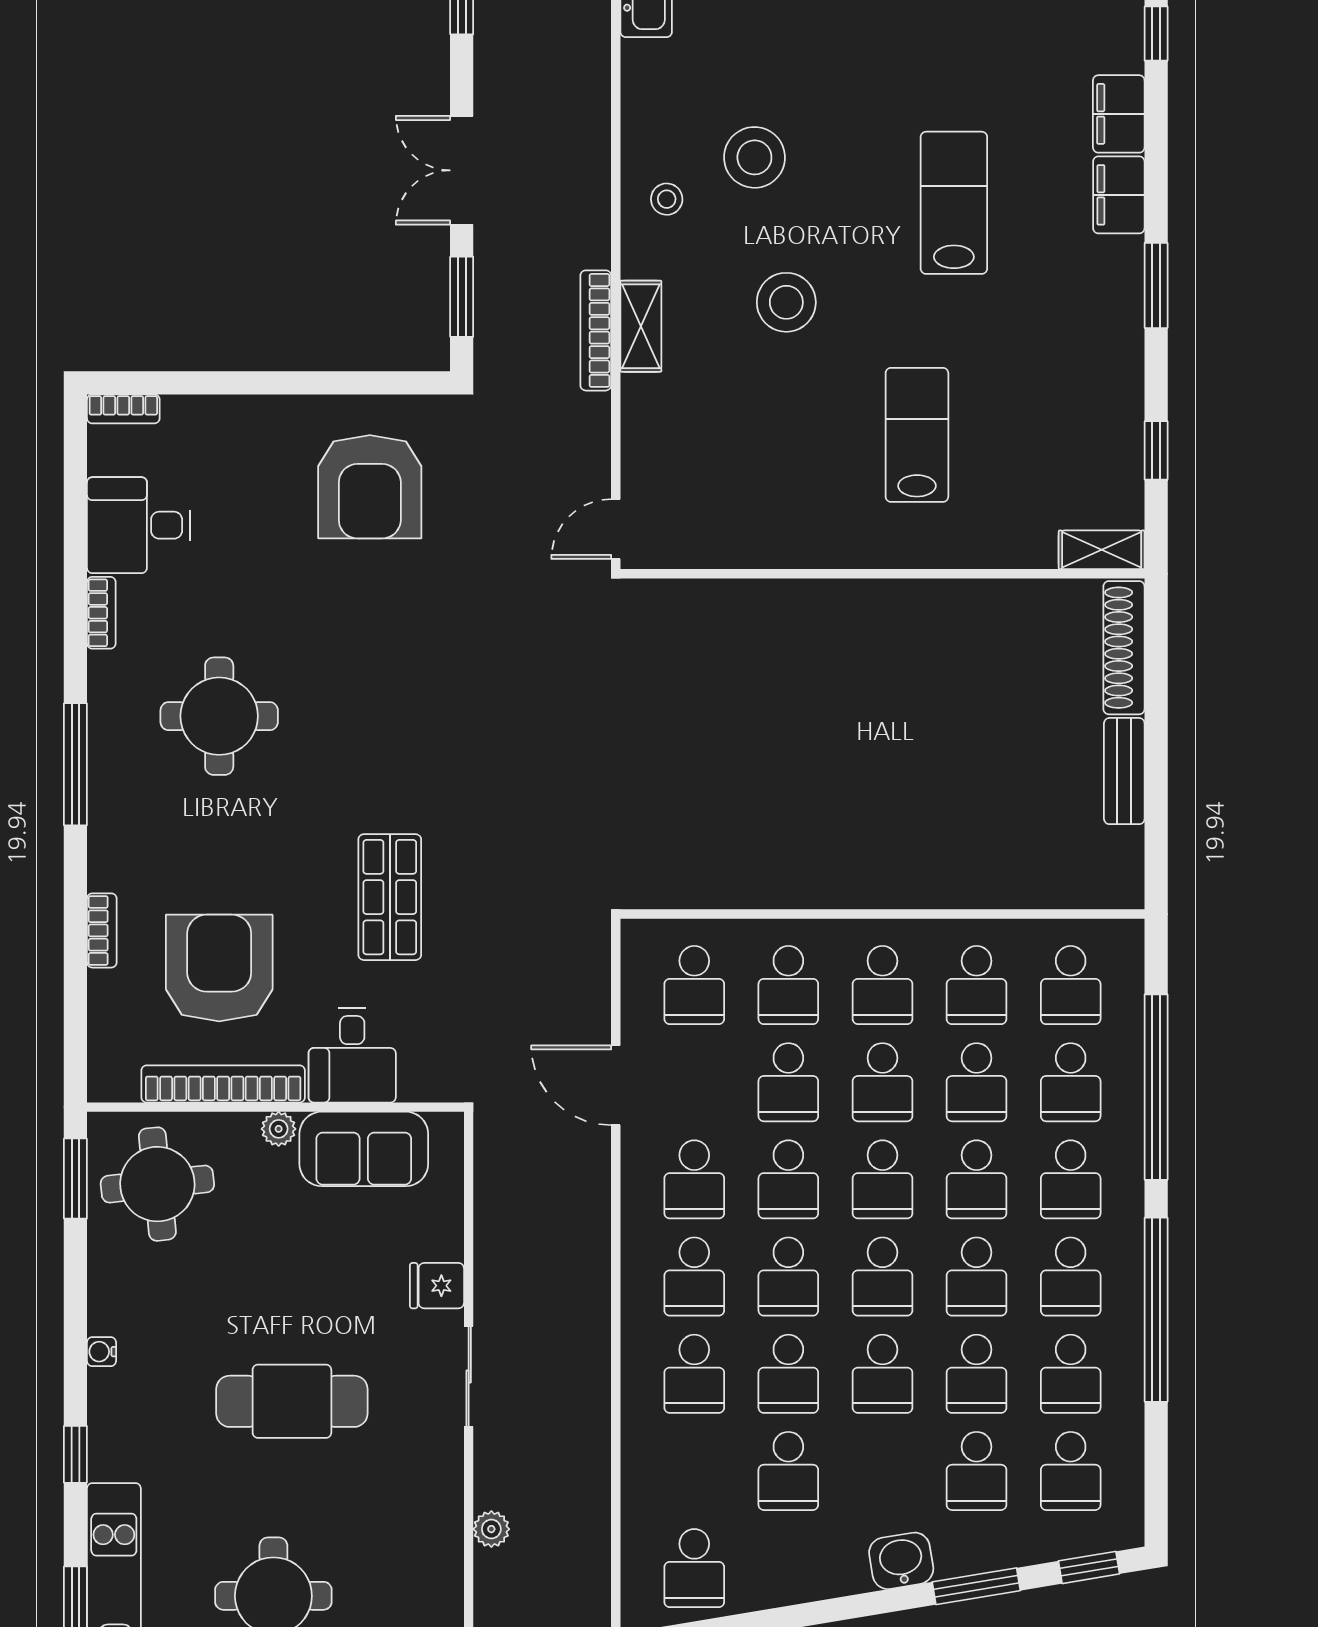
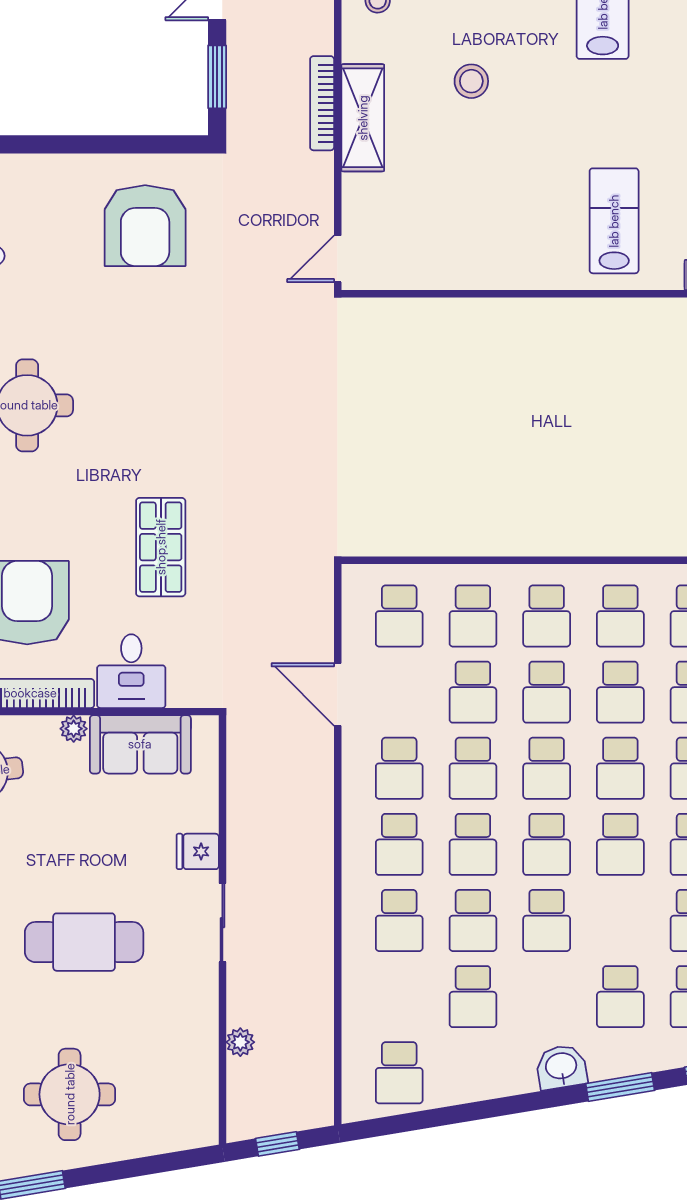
stool: (786, 302) -> (471, 81), width x0.73, depth x0.73
shelving: (641, 326) -> (363, 118), width x1.50, depth x1.33
lab bench: (917, 435) -> (614, 221), moved
school desk: (977, 1374) -> (620, 920), removed

